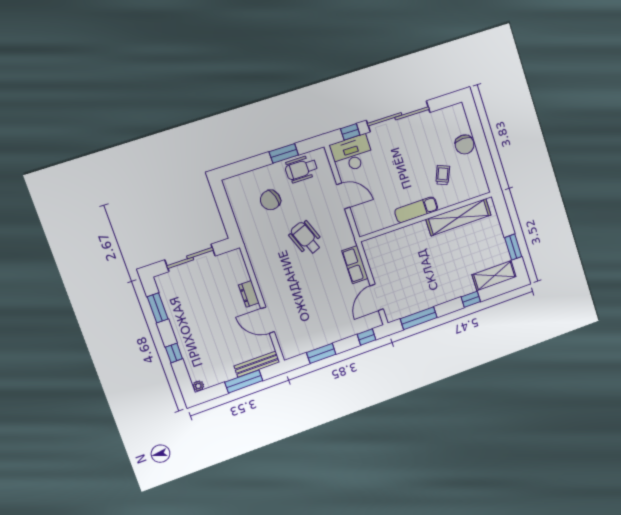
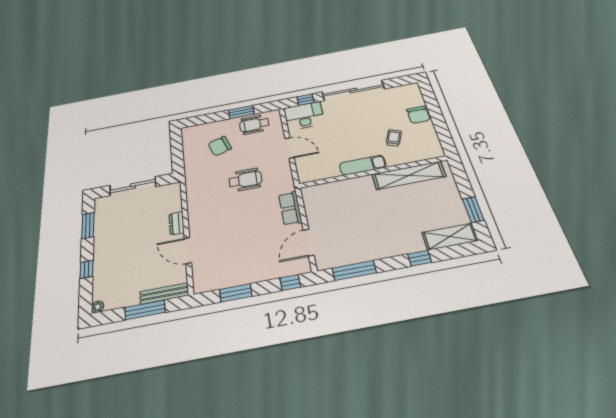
wheelchair: (306, 238) -> (245, 180), turned 111

